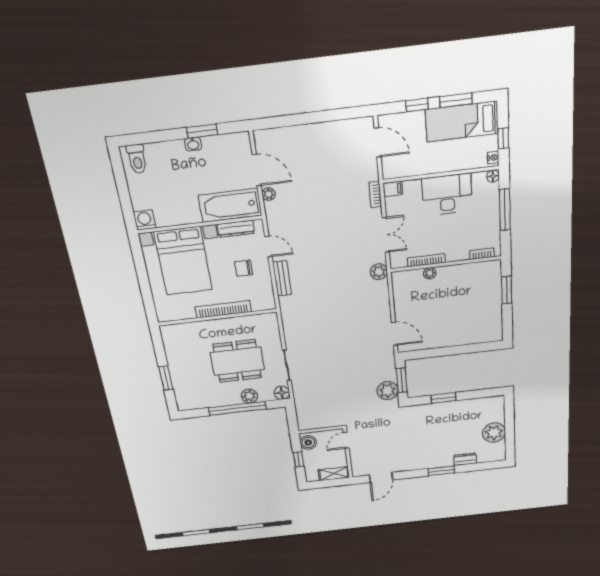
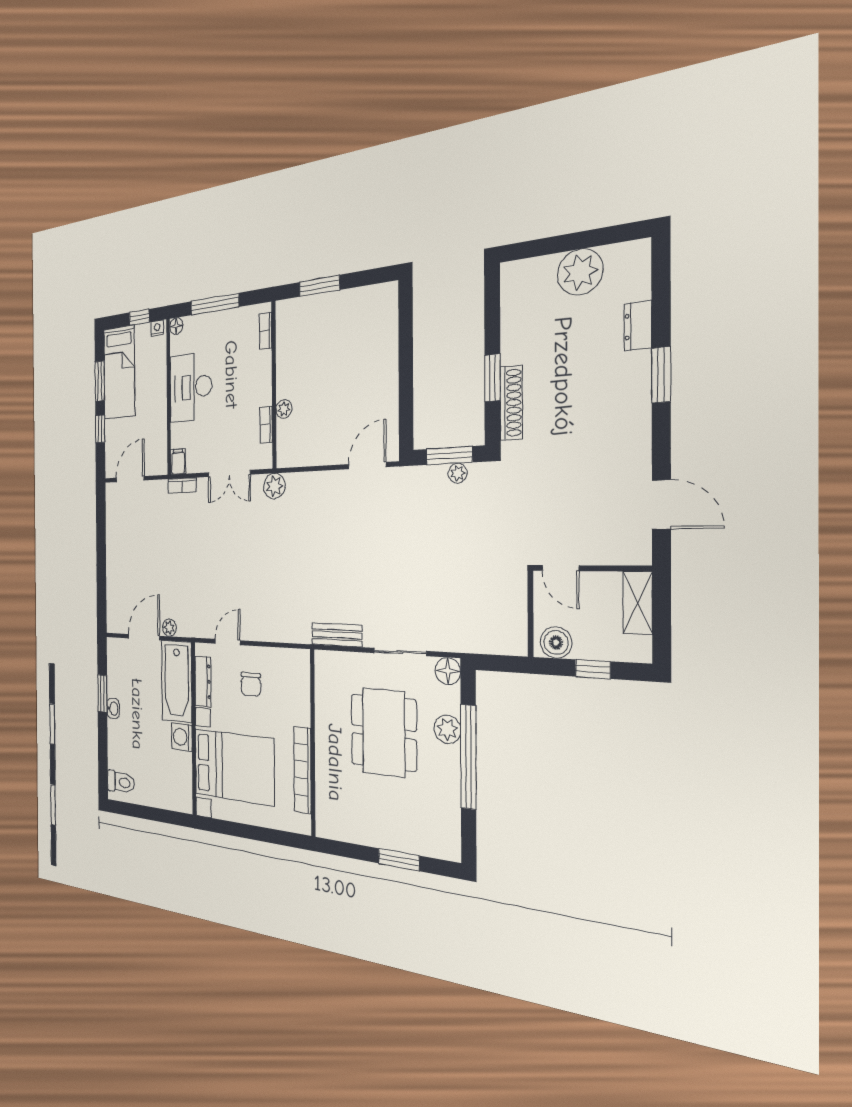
washing machine: (145, 220) -> (182, 737), moved
double door: (386, 235) -> (229, 473), swing flipped
bookcase: (426, 260) -> (266, 425), width x0.64
bench: (282, 278) -> (337, 635), moved
bookcase: (223, 309) -> (303, 770), moved
plant: (388, 391) -> (458, 473), width x0.53, depth x0.53
shoe rack: (430, 409) -> (511, 403), added

